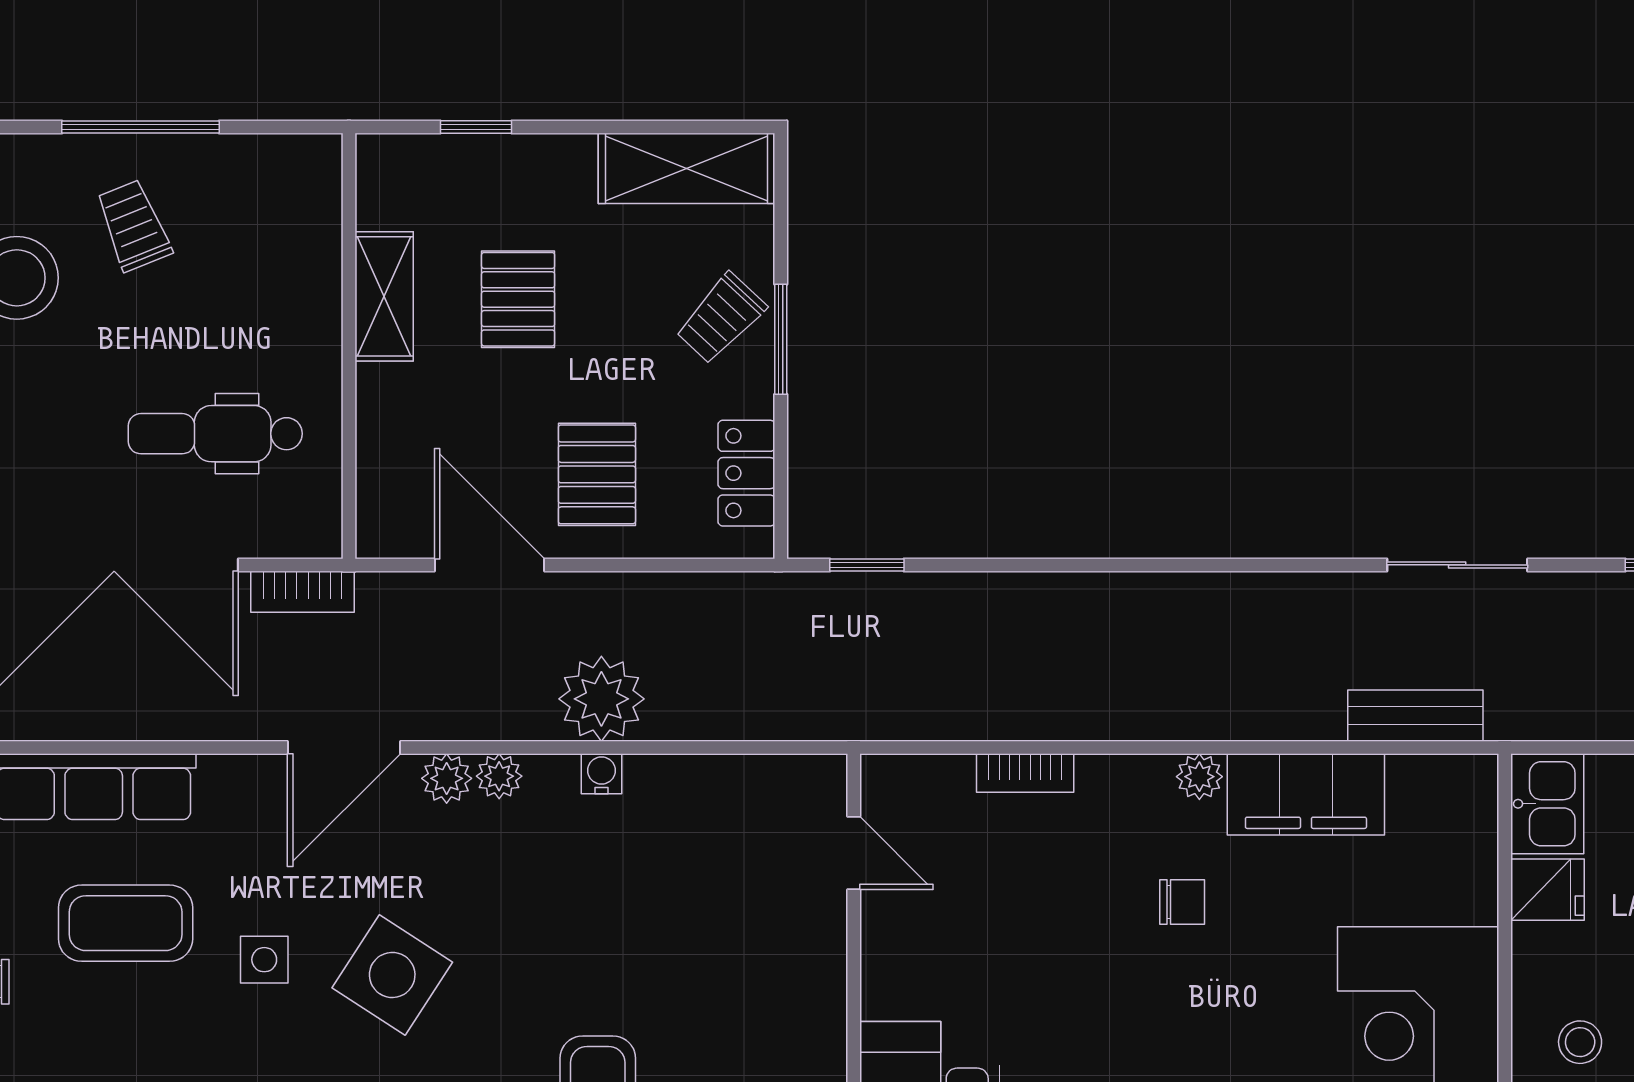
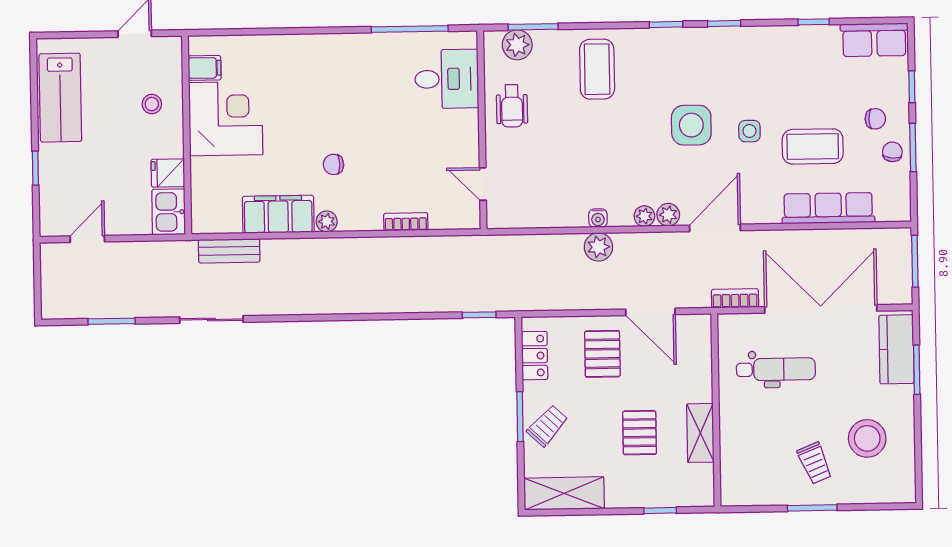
window: (141, 127) -> (812, 508), width x0.69
plant: (601, 699) -> (598, 247), width x0.73, depth x0.73
side table: (392, 975) -> (691, 125), turned -33
wheelchair: (787, 1025) -> (512, 106), added

